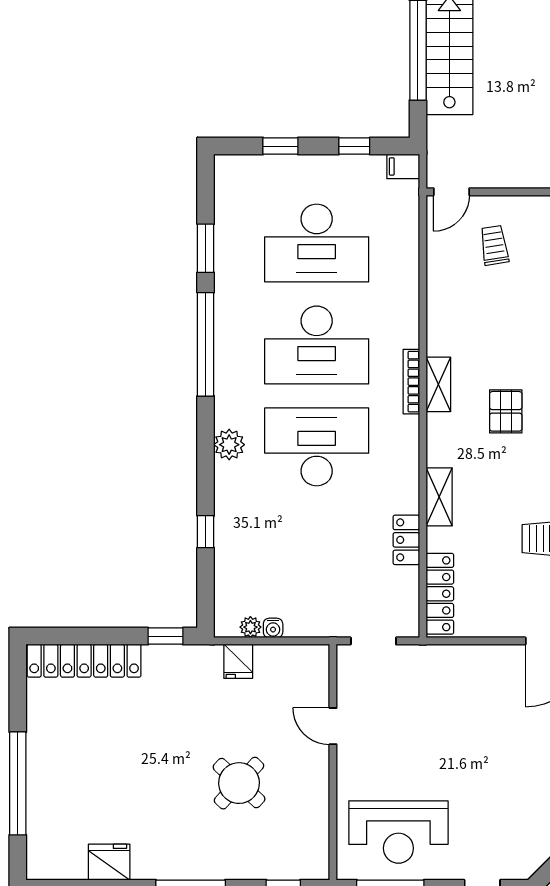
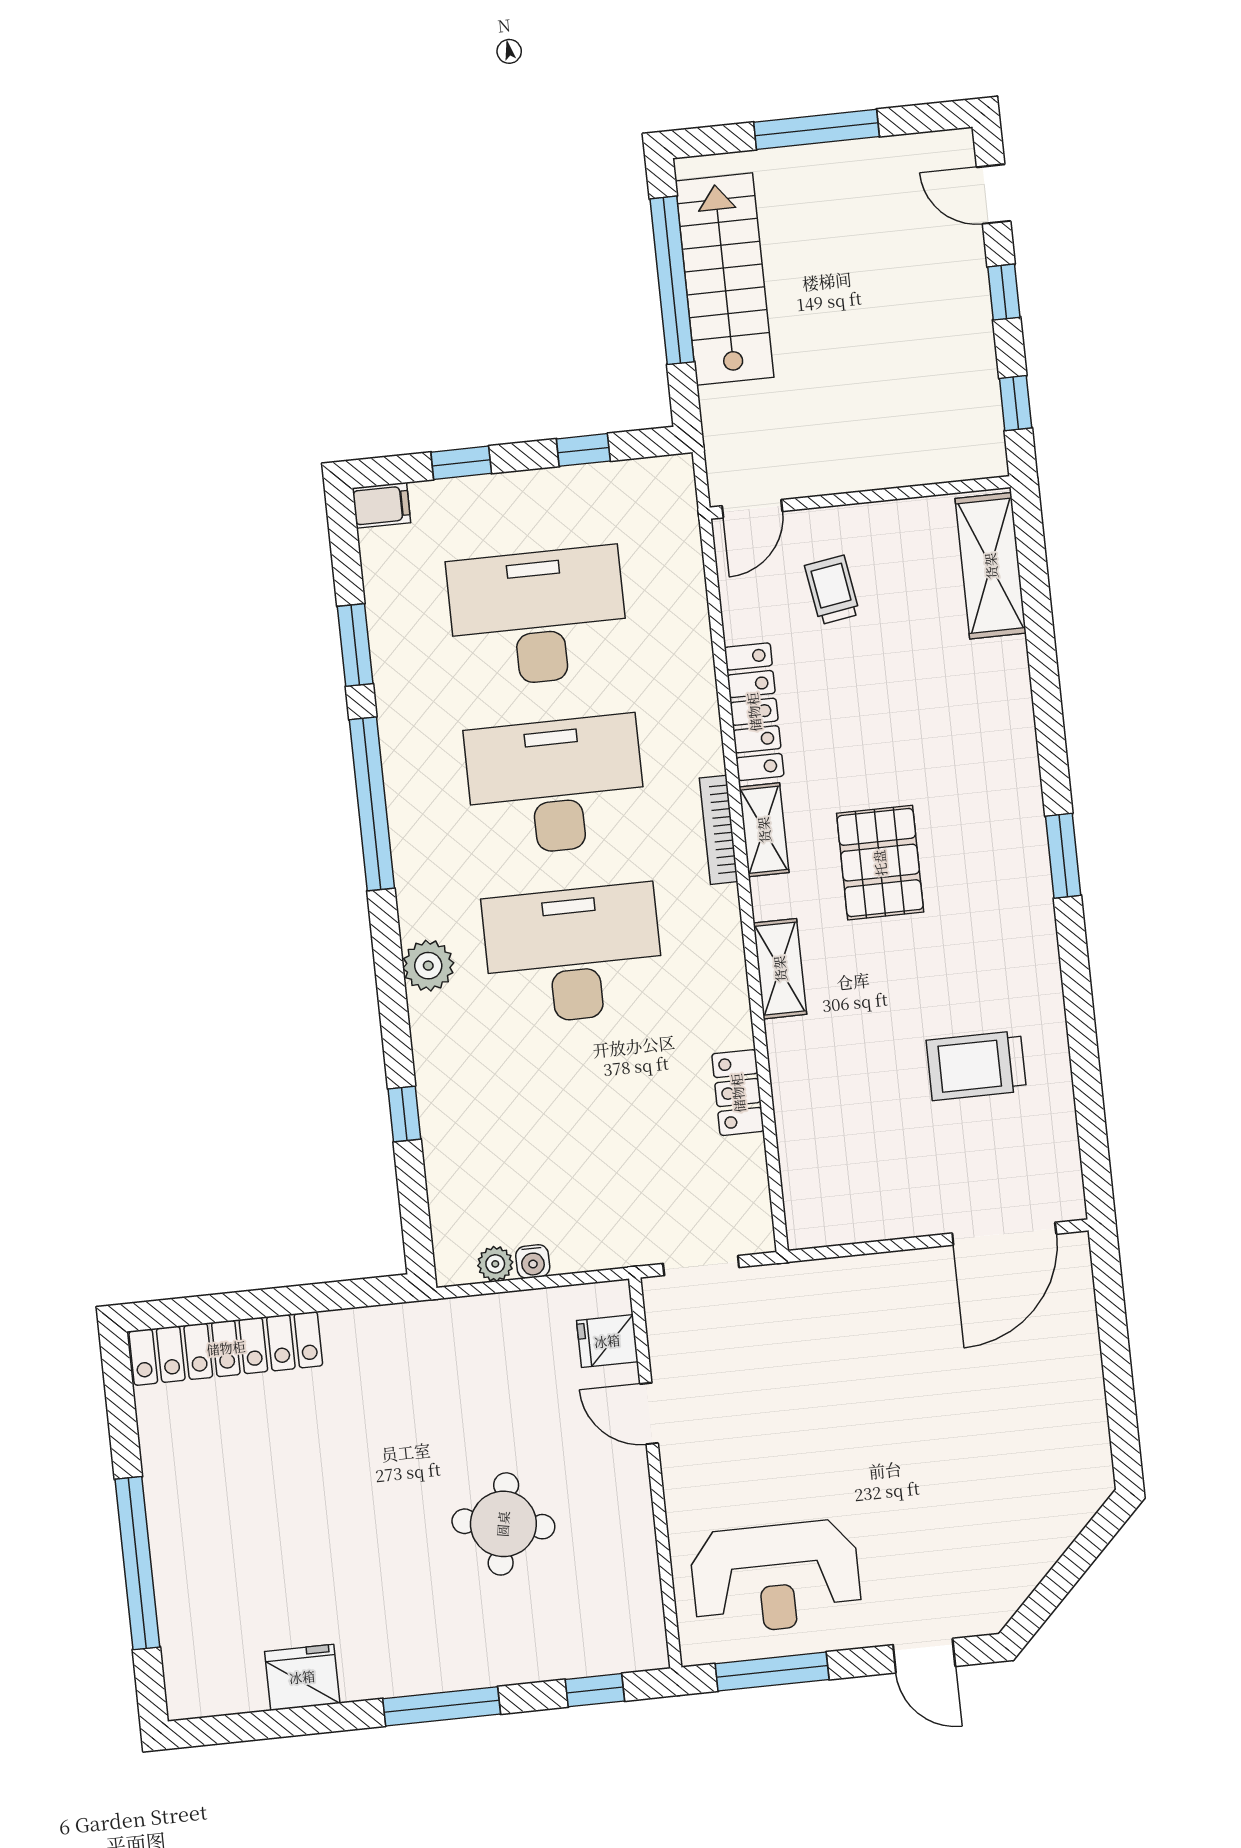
filing cabinet: (403, 166) -> (381, 505), moved, turned 180
desk: (317, 243) -> (538, 617), turned 180
desk: (317, 345) -> (556, 786), turned 180
pallet: (506, 411) -> (880, 863), width x1.50, depth x1.42
shelving: (439, 497) -> (780, 969), moved
locker: (440, 594) -> (754, 712), moved
window: (166, 636) -> (356, 1294), removed
fridge: (238, 661) -> (607, 1341), moved, turned 90
round table: (239, 783) -> (503, 1524), turned -33

